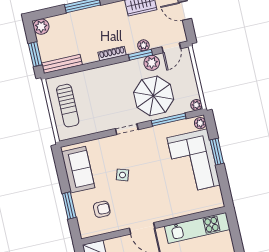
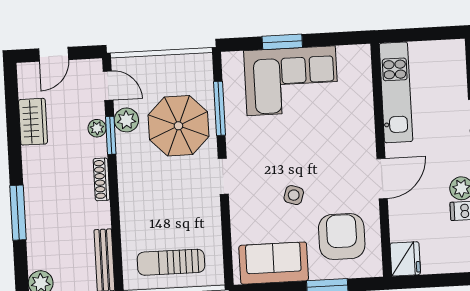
plant: (196, 105) -> (204, 61), removed
sun lounger: (68, 106) -> (171, 262), turned 180
plant: (200, 123) -> (233, 60), removed
armchair: (102, 209) -> (342, 236), width x1.88, depth x1.88

